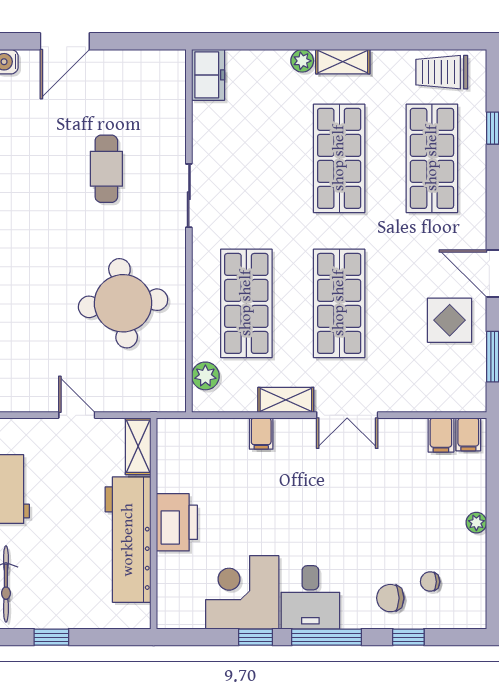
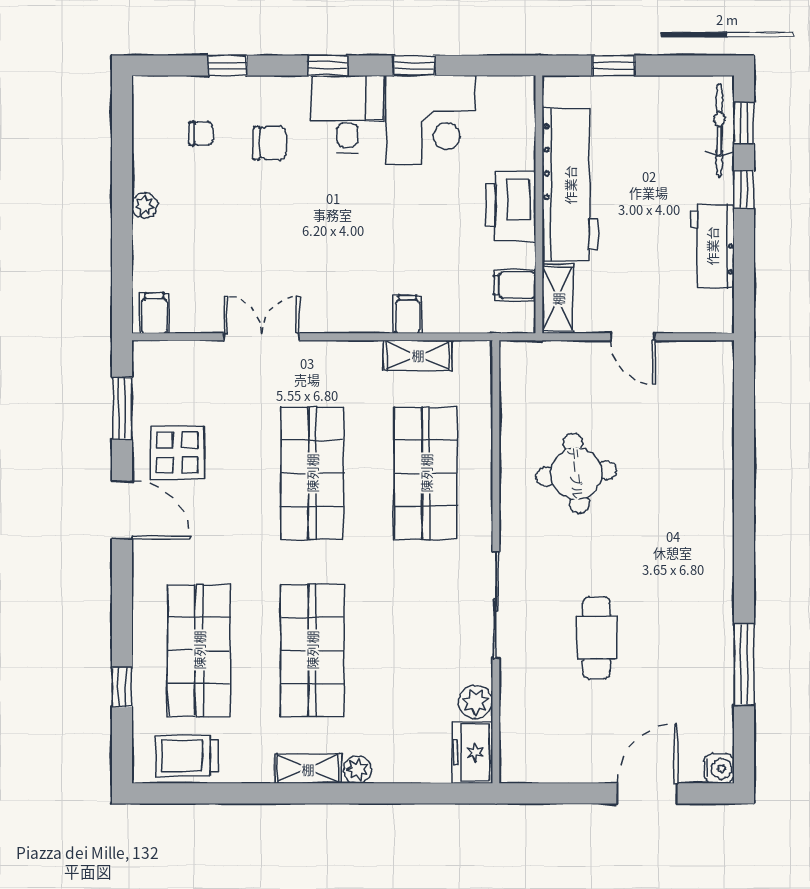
trolley: (442, 72) -> (187, 756), turned 180
sliding door: (189, 196) -> (496, 605), width x1.37
round table: (123, 303) -> (576, 473), width x0.73, depth x0.73
plant: (205, 376) -> (476, 702), moved
shelving: (286, 400) -> (418, 355), moved
double door: (347, 415) -> (262, 337), moved
filing cabinet: (441, 435) -> (515, 285), moved, turned -90
chair: (390, 598) -> (270, 143), moved
window: (51, 637) -> (614, 65), moved
window: (327, 637) -> (328, 65), width x0.46

